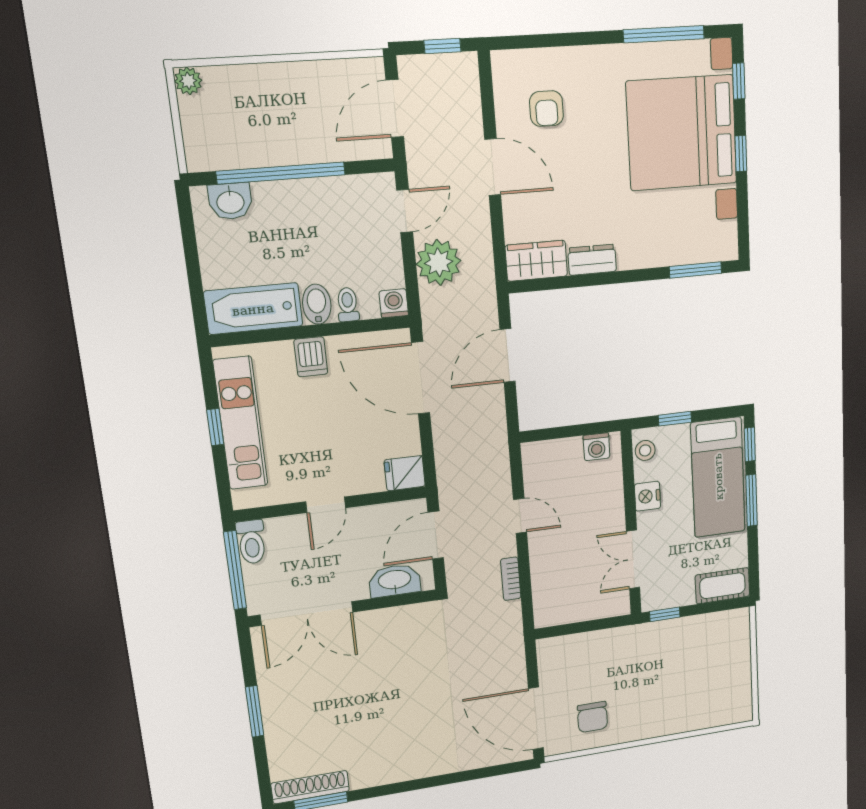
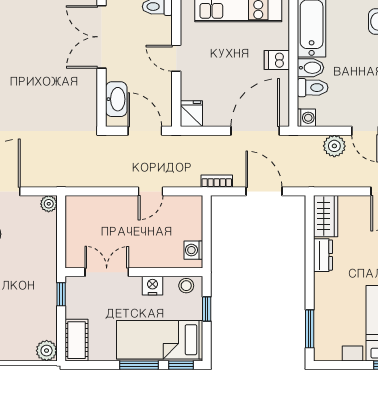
plant: (439, 262) -> (334, 146), width x0.73, depth x0.73
toilet: (348, 305) -> (313, 88), width x1.37, depth x1.39
bookcase: (511, 579) -> (217, 181), moved
plant: (737, 622) -> (47, 351), added
plant: (547, 649) -> (49, 204), added

